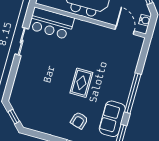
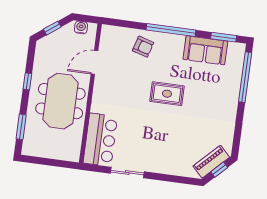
door: (125, 30) -> (94, 62), moved
piano: (21, 111) -> (211, 162), added
armchair: (79, 120) -> (143, 47), moved

